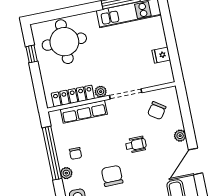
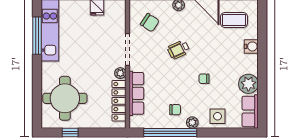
wheelchair: (136, 145) -> (179, 50), turned -115
chair: (112, 176) -> (204, 79), width x0.54, depth x0.54

